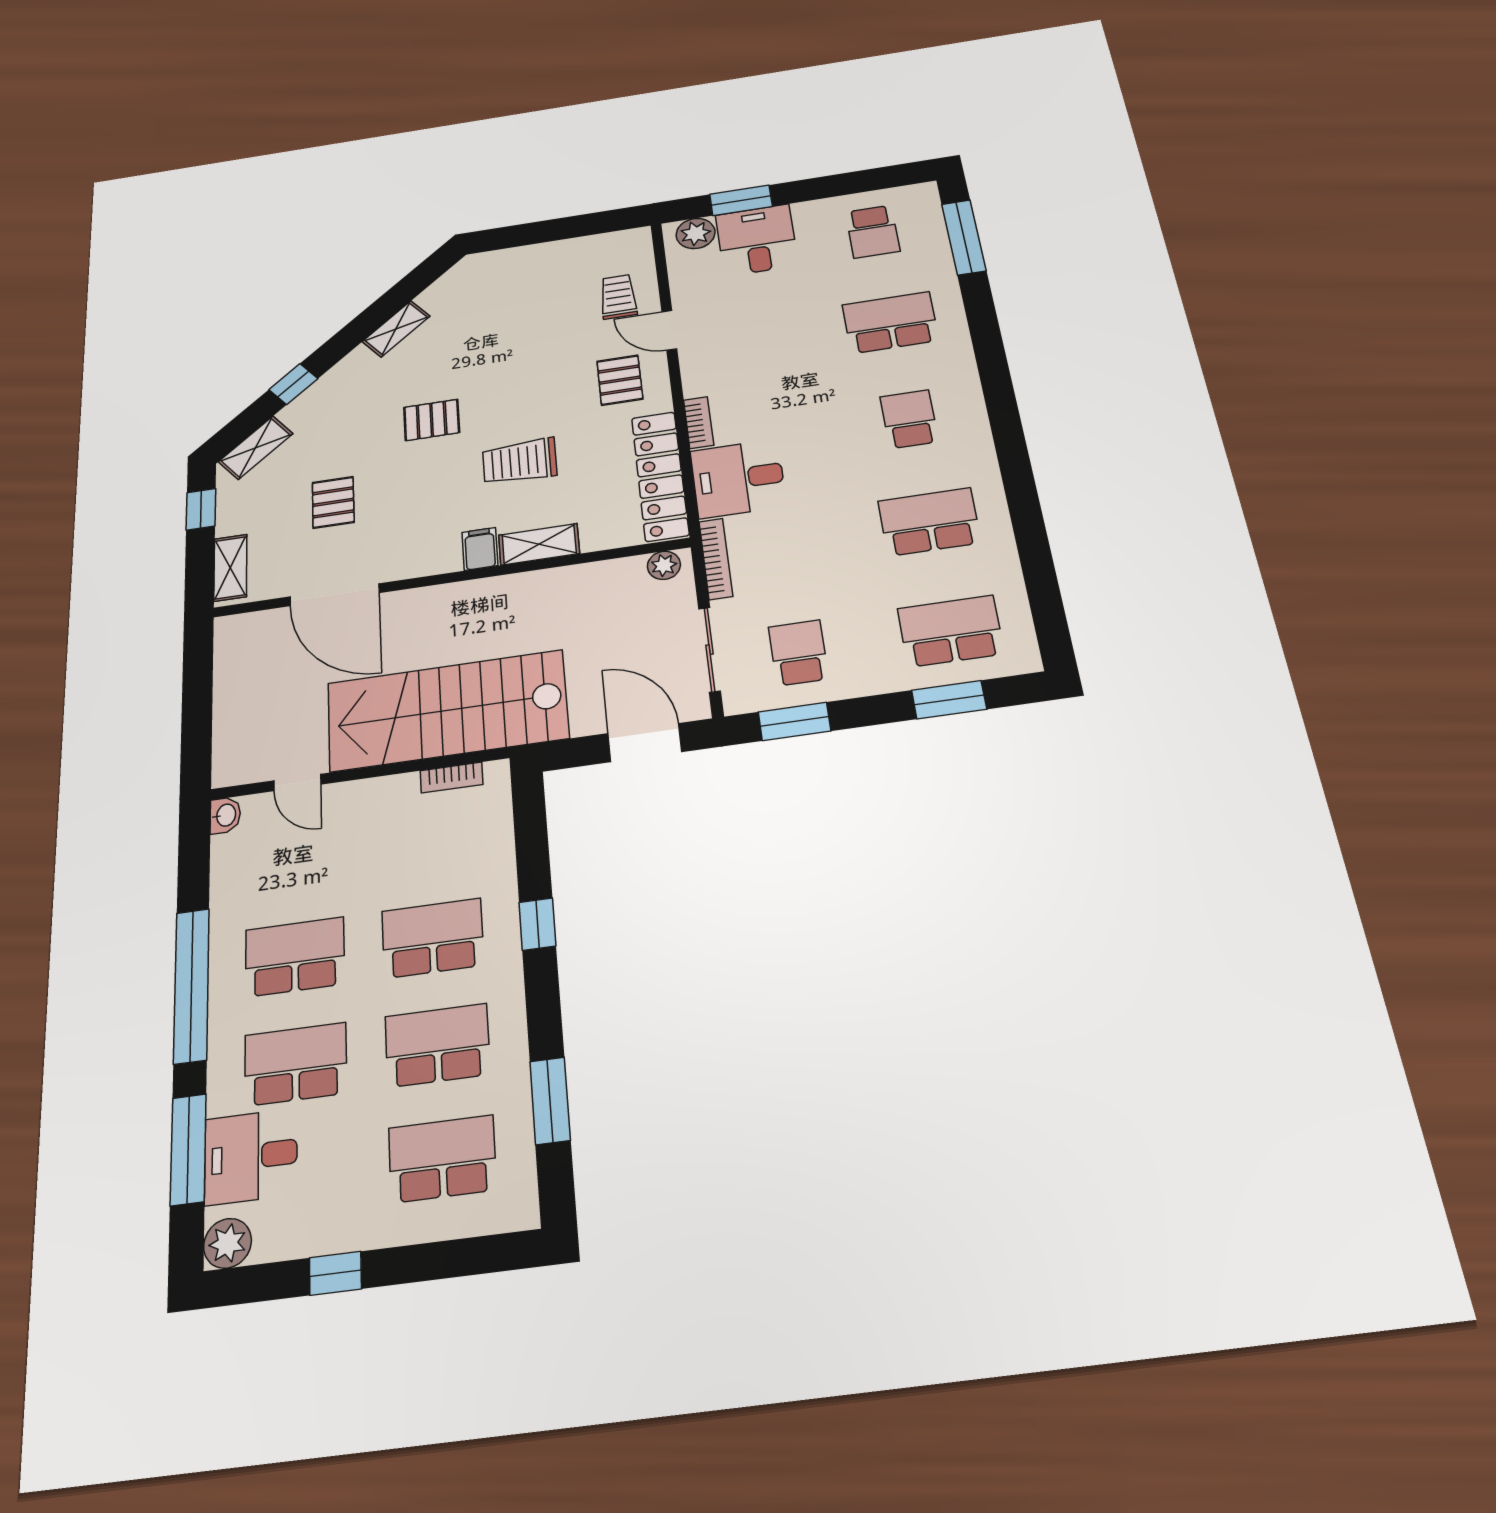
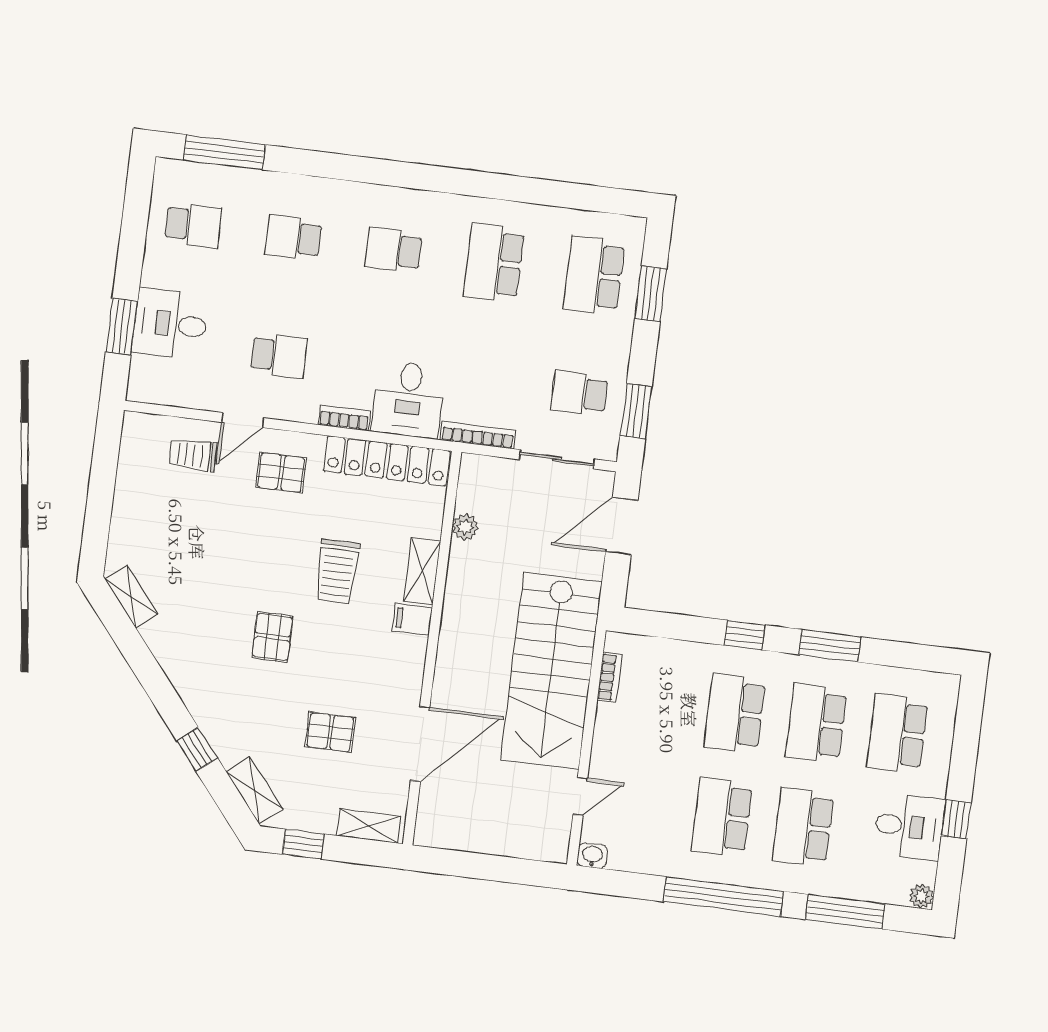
plant: (696, 233) -> (146, 374), removed
school desk: (890, 323) -> (293, 238), width x0.54
shelving: (396, 329) -> (131, 597), moved
school desk: (752, 344) -> (279, 356), added
plant: (664, 565) -> (465, 527), moved
window: (550, 1101) -> (830, 646), moved
desk: (251, 1157) -> (909, 826), moved, turned -90
plant: (227, 1243) -> (922, 896), width x0.73, depth x0.73

